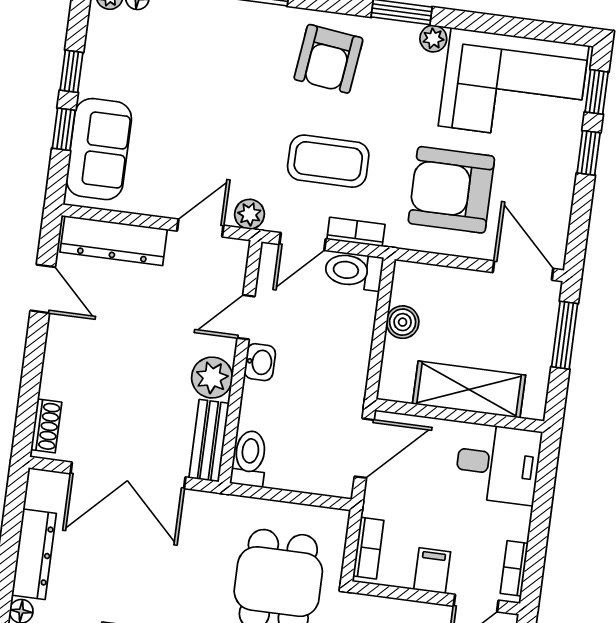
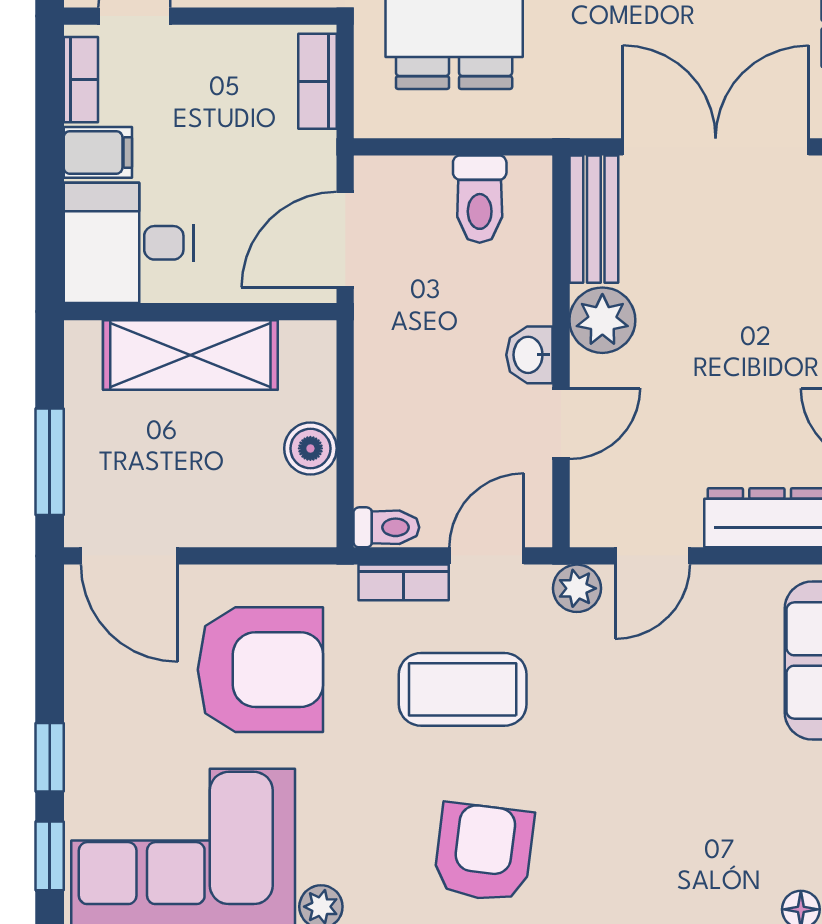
toilet: (354, 271) -> (386, 527), width x0.73, depth x0.72
toilet: (249, 458) -> (480, 199), moved
filing cabinet: (432, 571) -> (98, 152), moved, turned -90

